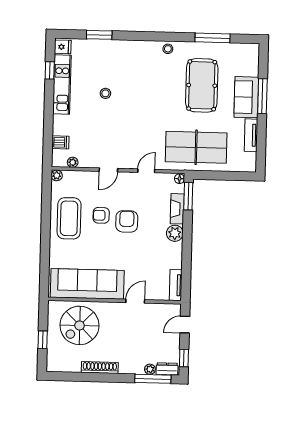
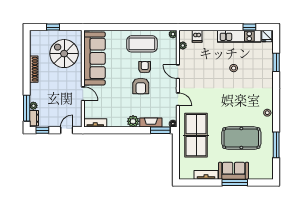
armchair: (127, 221) -> (141, 86), turned 90
door: (185, 325) -> (67, 130), hinge flipped

